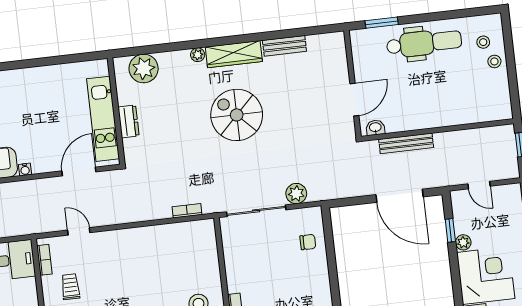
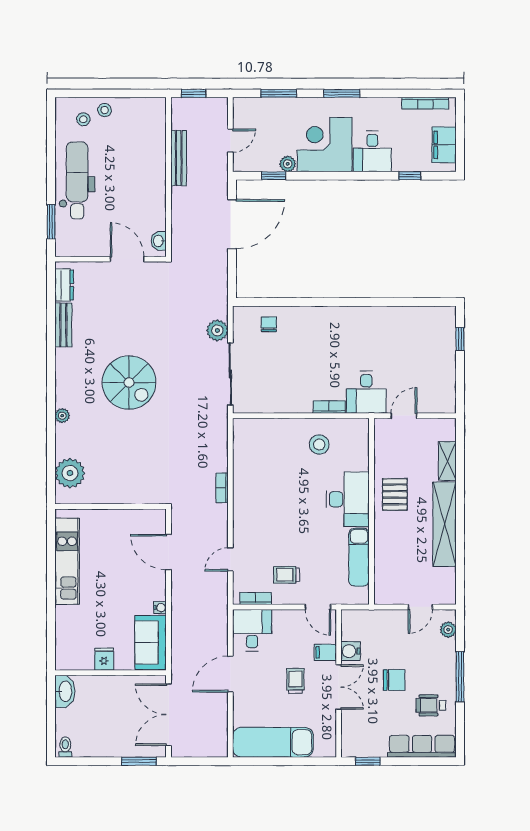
wardrobe: (234, 54) -> (66, 378), removed
spiral stairs: (237, 115) -> (129, 383), turned -90
kitchen unit: (103, 119) -> (67, 561), moved, turned -90
dresser: (129, 121) -> (64, 285), moved, turned 90
bench: (406, 143) -> (179, 158), moved
bookcase: (187, 211) -> (222, 488), moved

